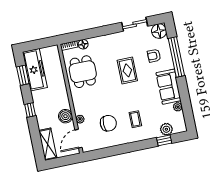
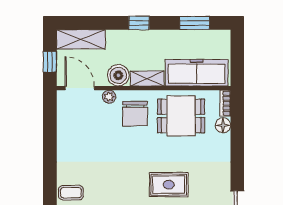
freezer: (35, 70) -> (197, 73), moved, turned 180
shelving: (64, 98) -> (147, 79), added
coffee table: (135, 119) -> (71, 193), moved
chair: (108, 123) -> (135, 114), moved
window: (66, 161) -> (50, 62), added

